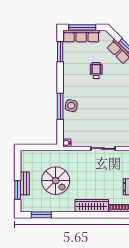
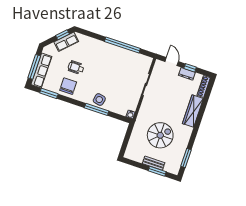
chair: (74, 69) -> (68, 86), added

